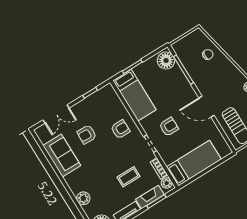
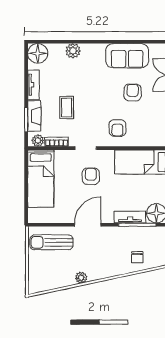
tv unit: (181, 79) -> (130, 217), added
armchair: (169, 127) -> (91, 176), turned 180

